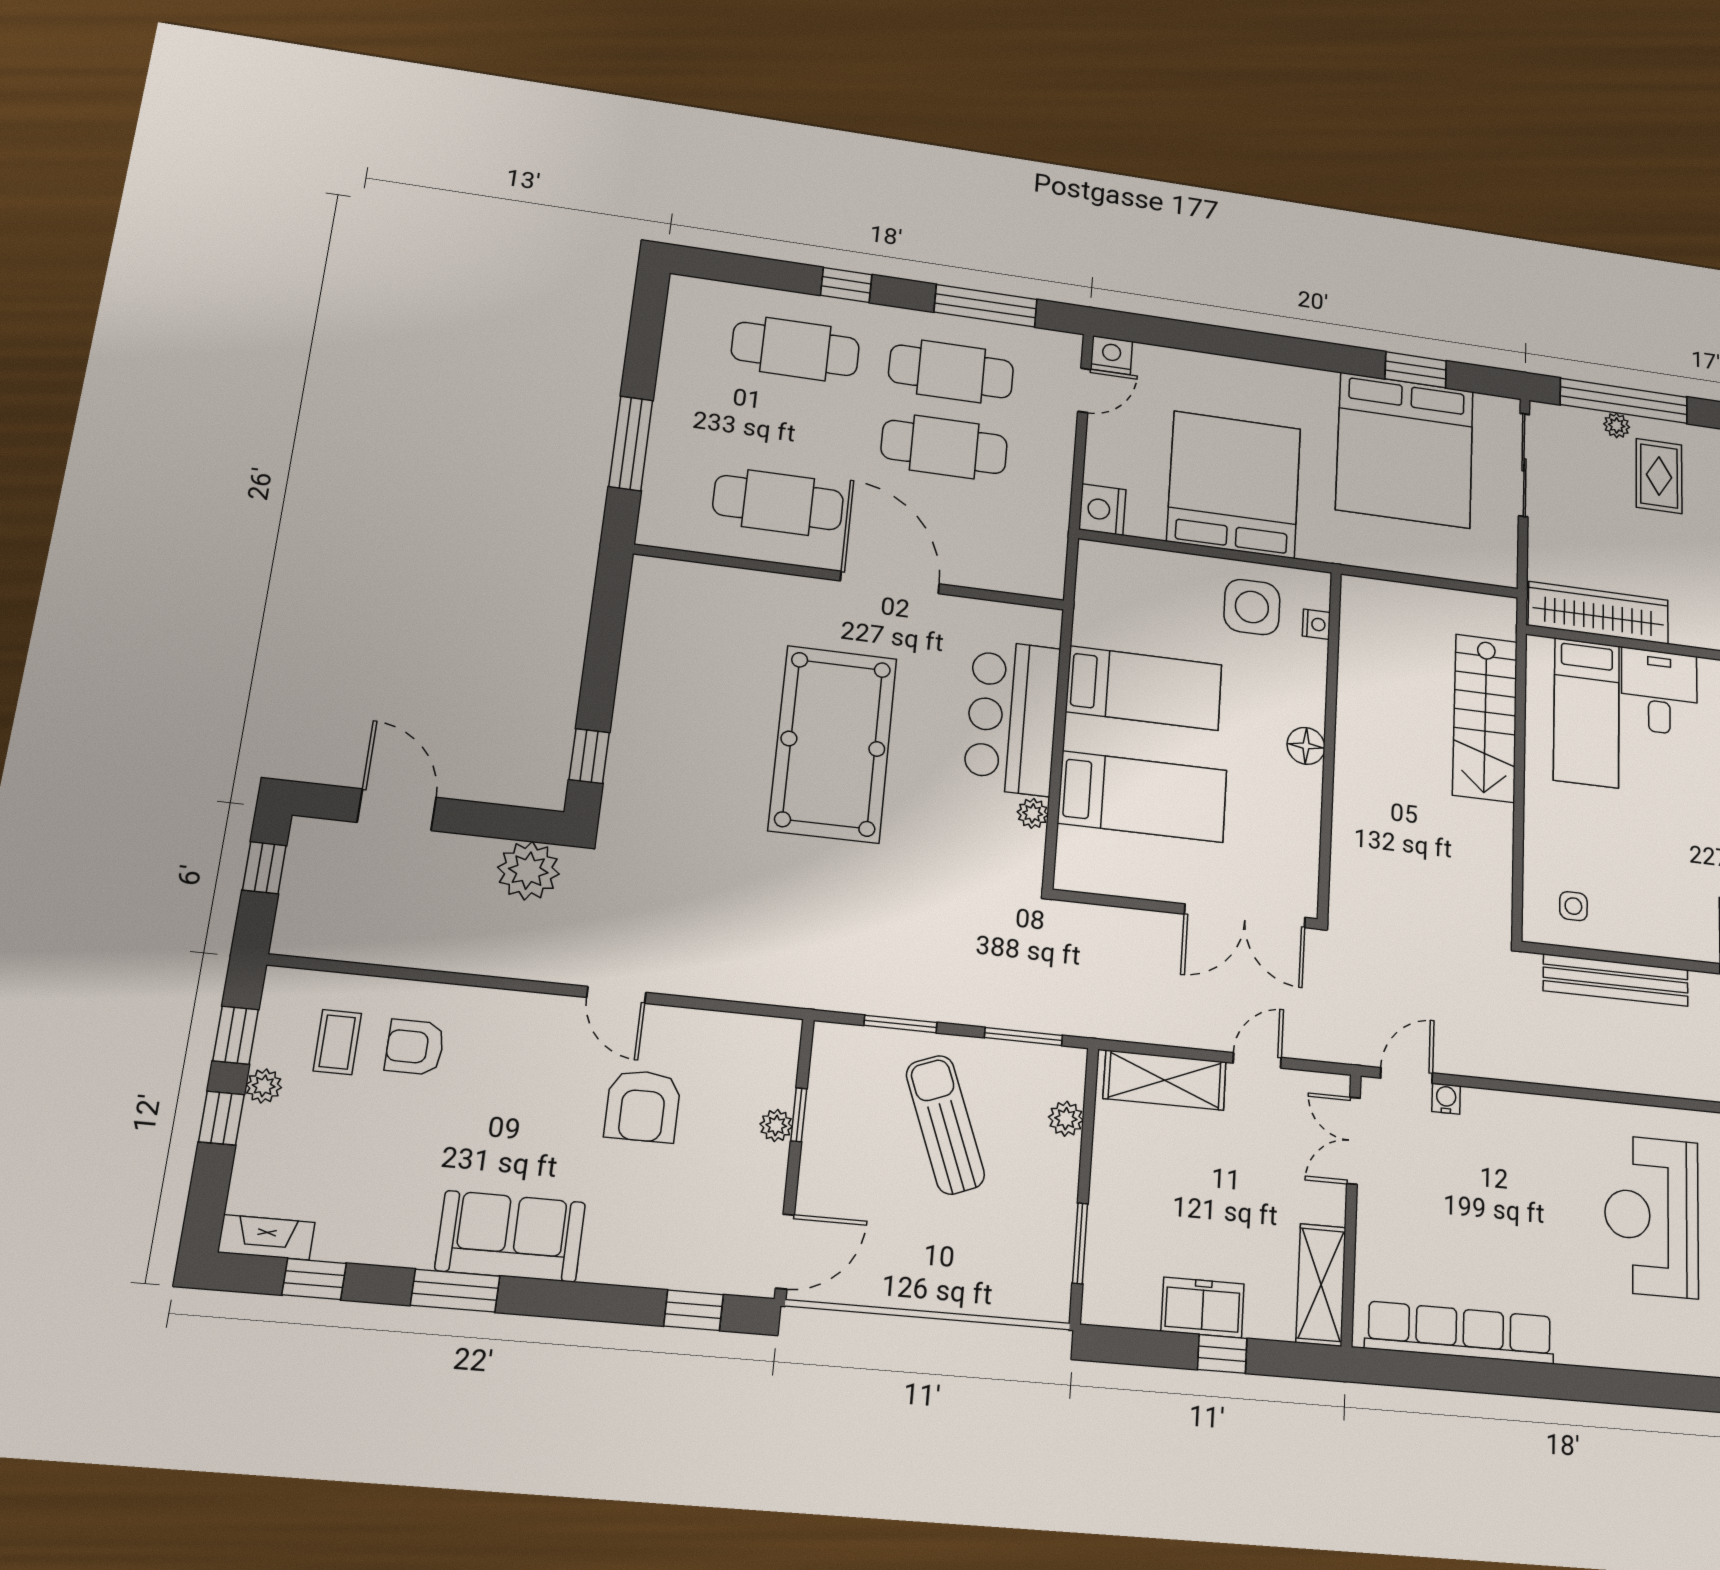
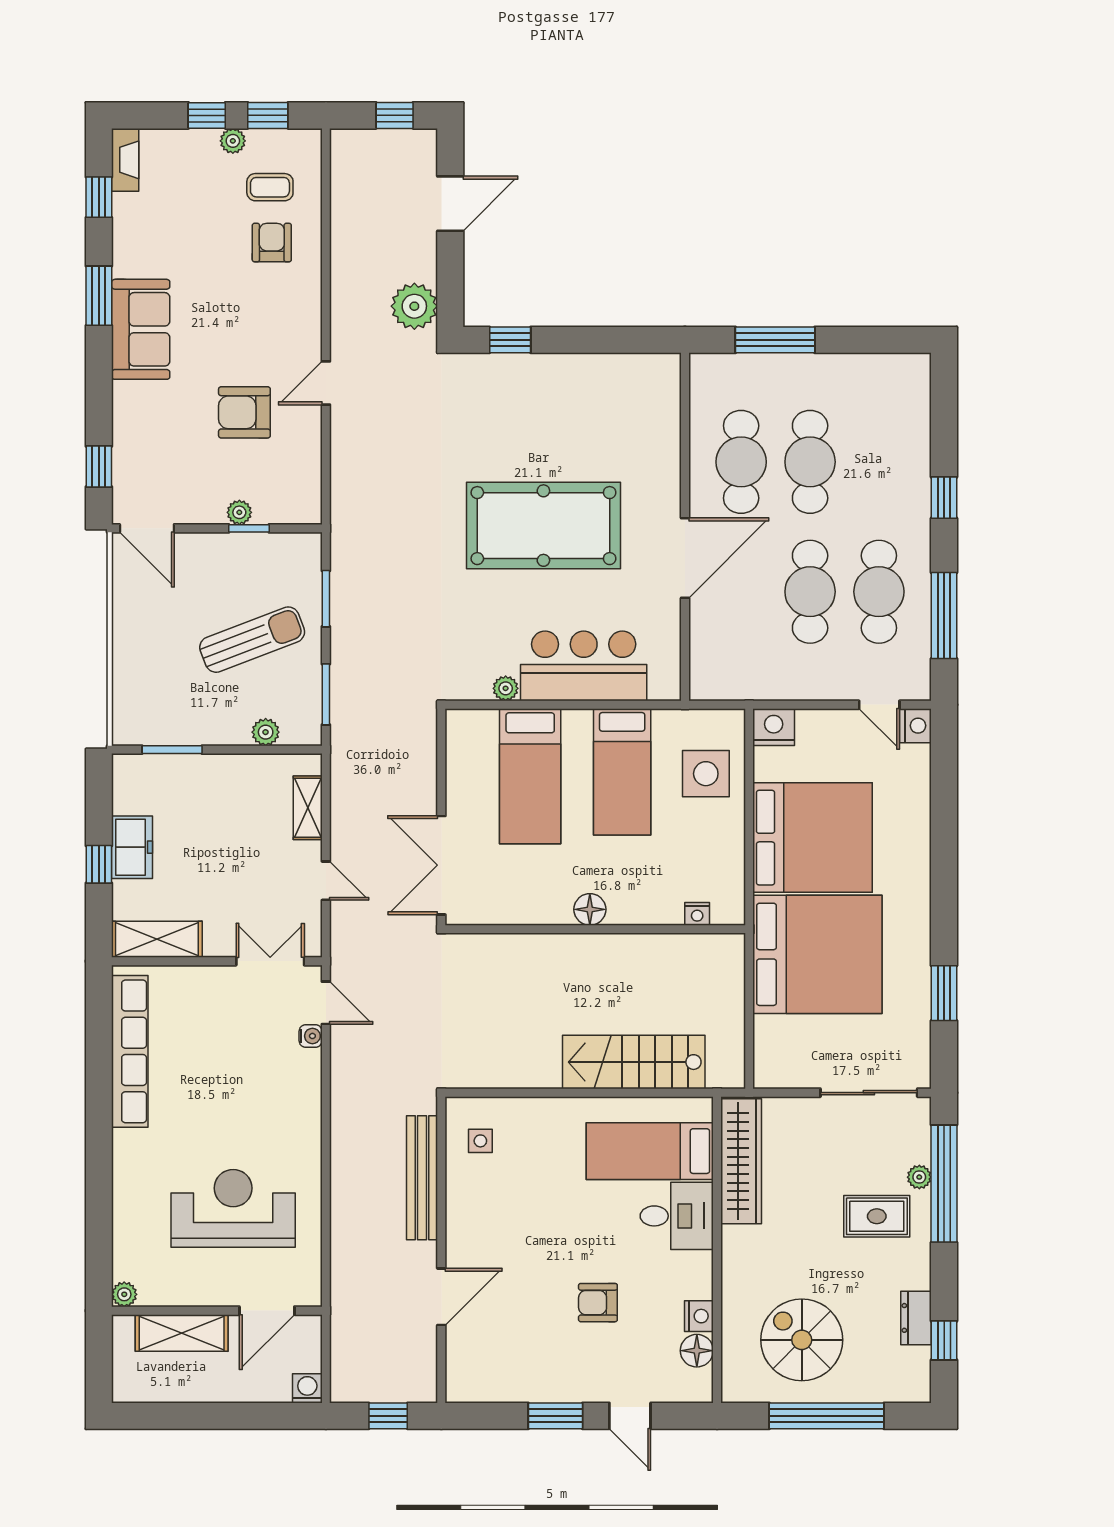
cafe table: (795, 349) -> (810, 462), moved
bed: (1405, 450) -> (817, 954), moved, turned 180
side table: (1252, 607) -> (706, 774), moved
shelving: (1165, 1080) -> (308, 808), width x0.67, depth x0.75

